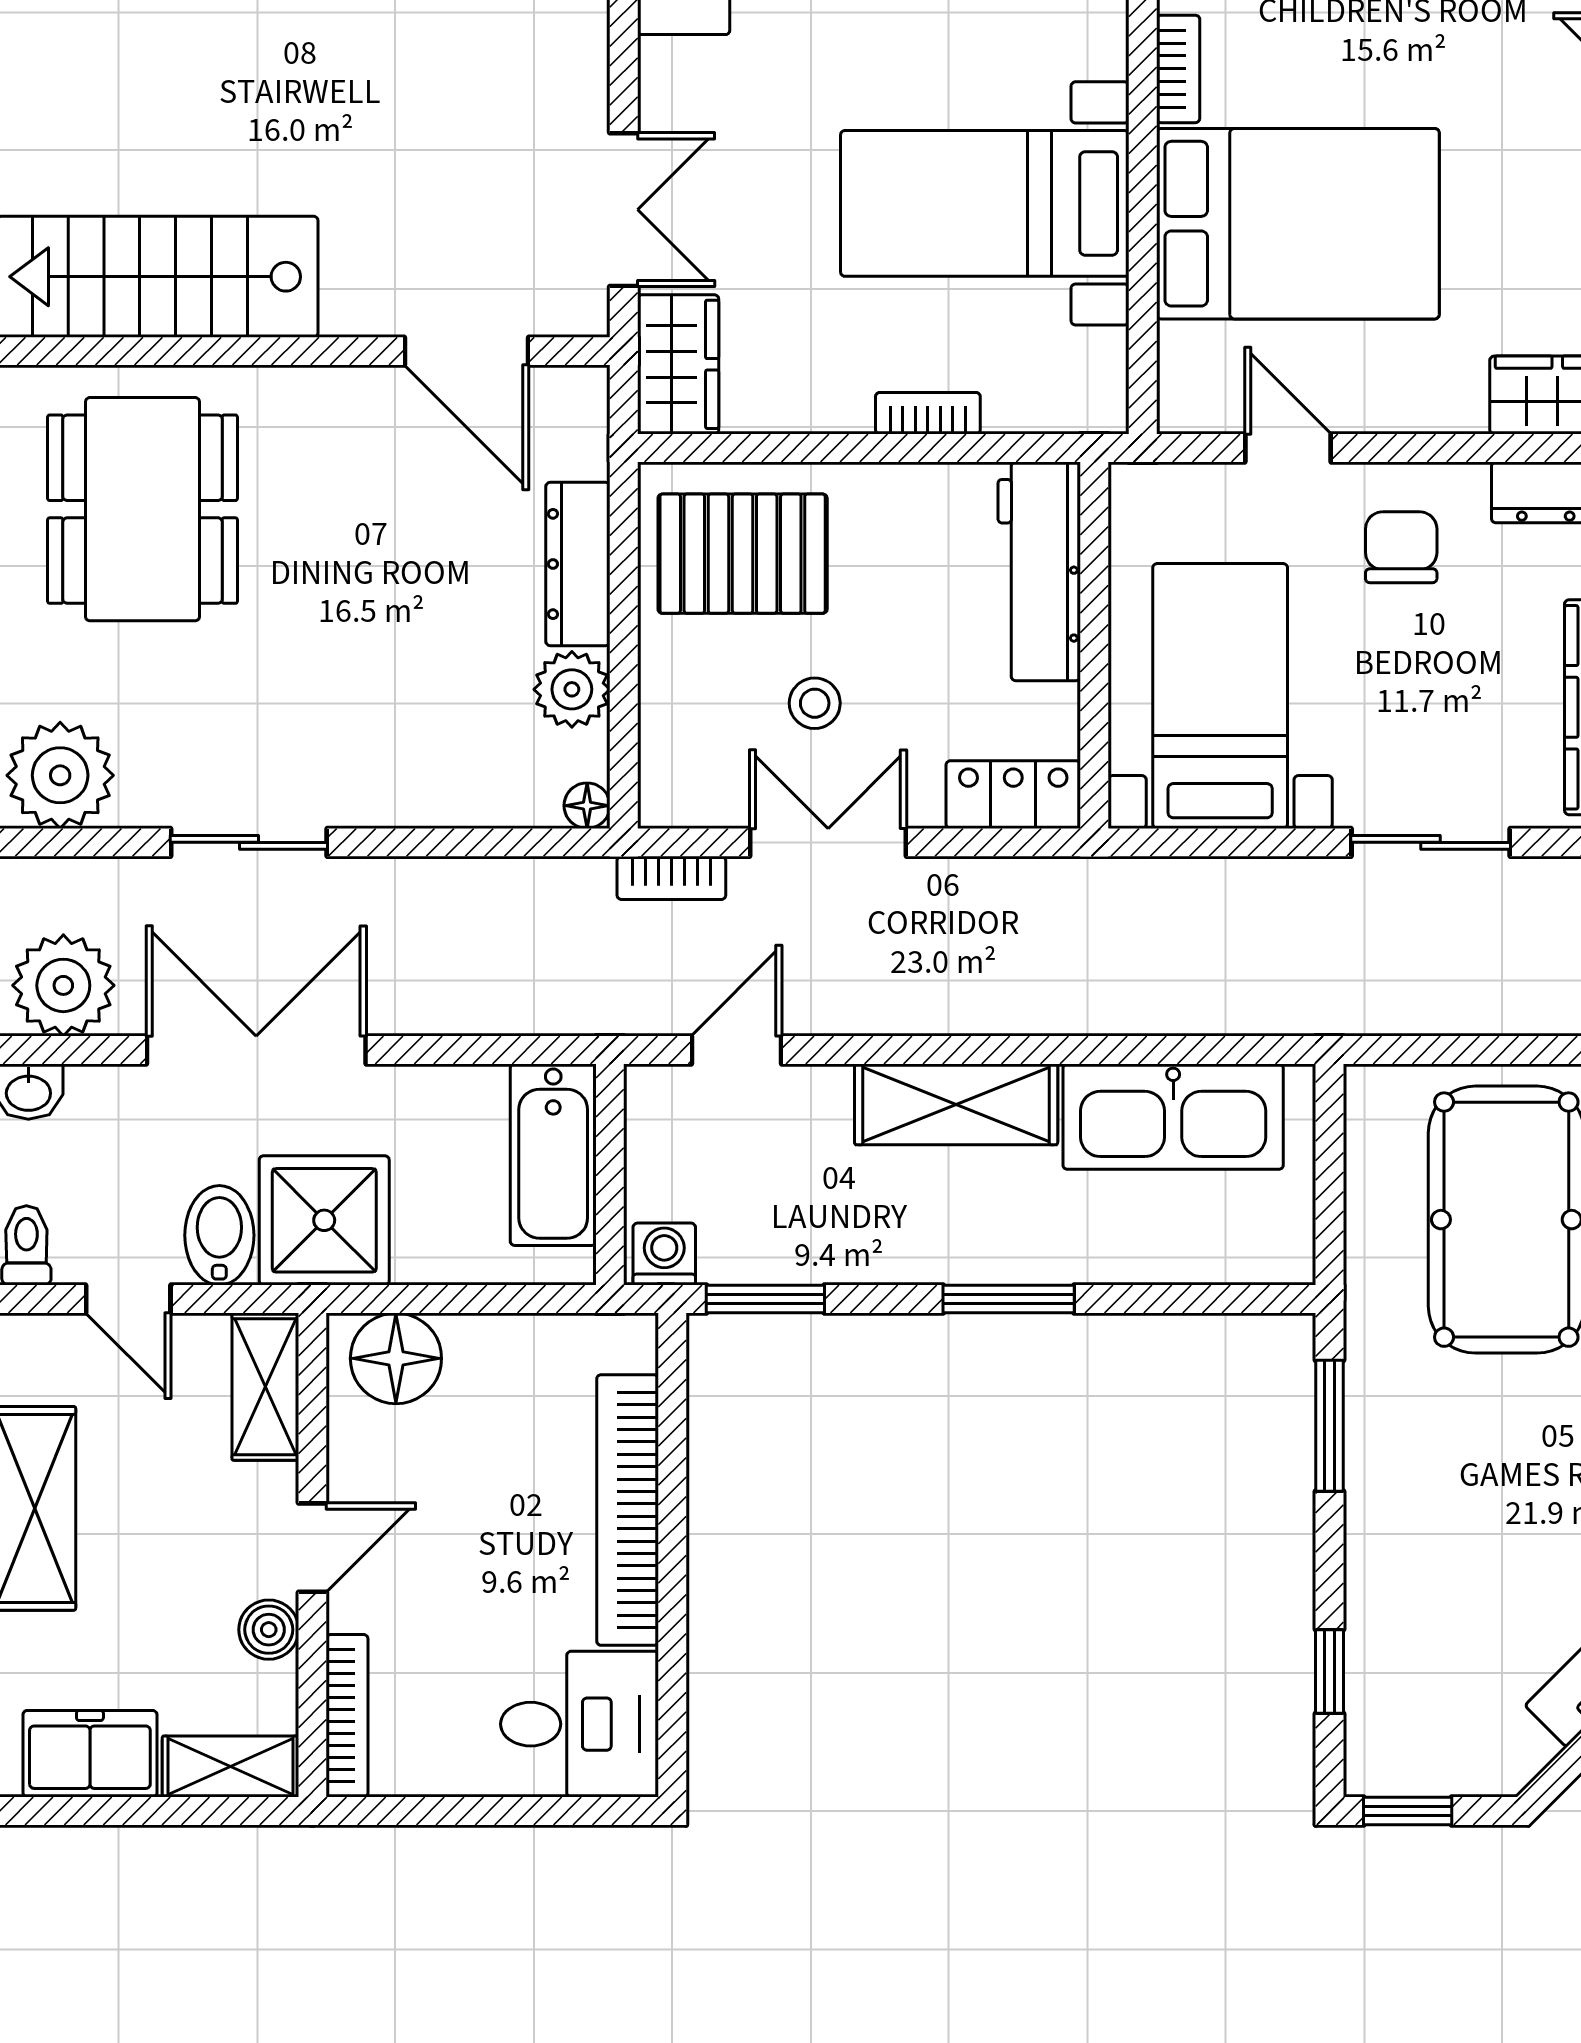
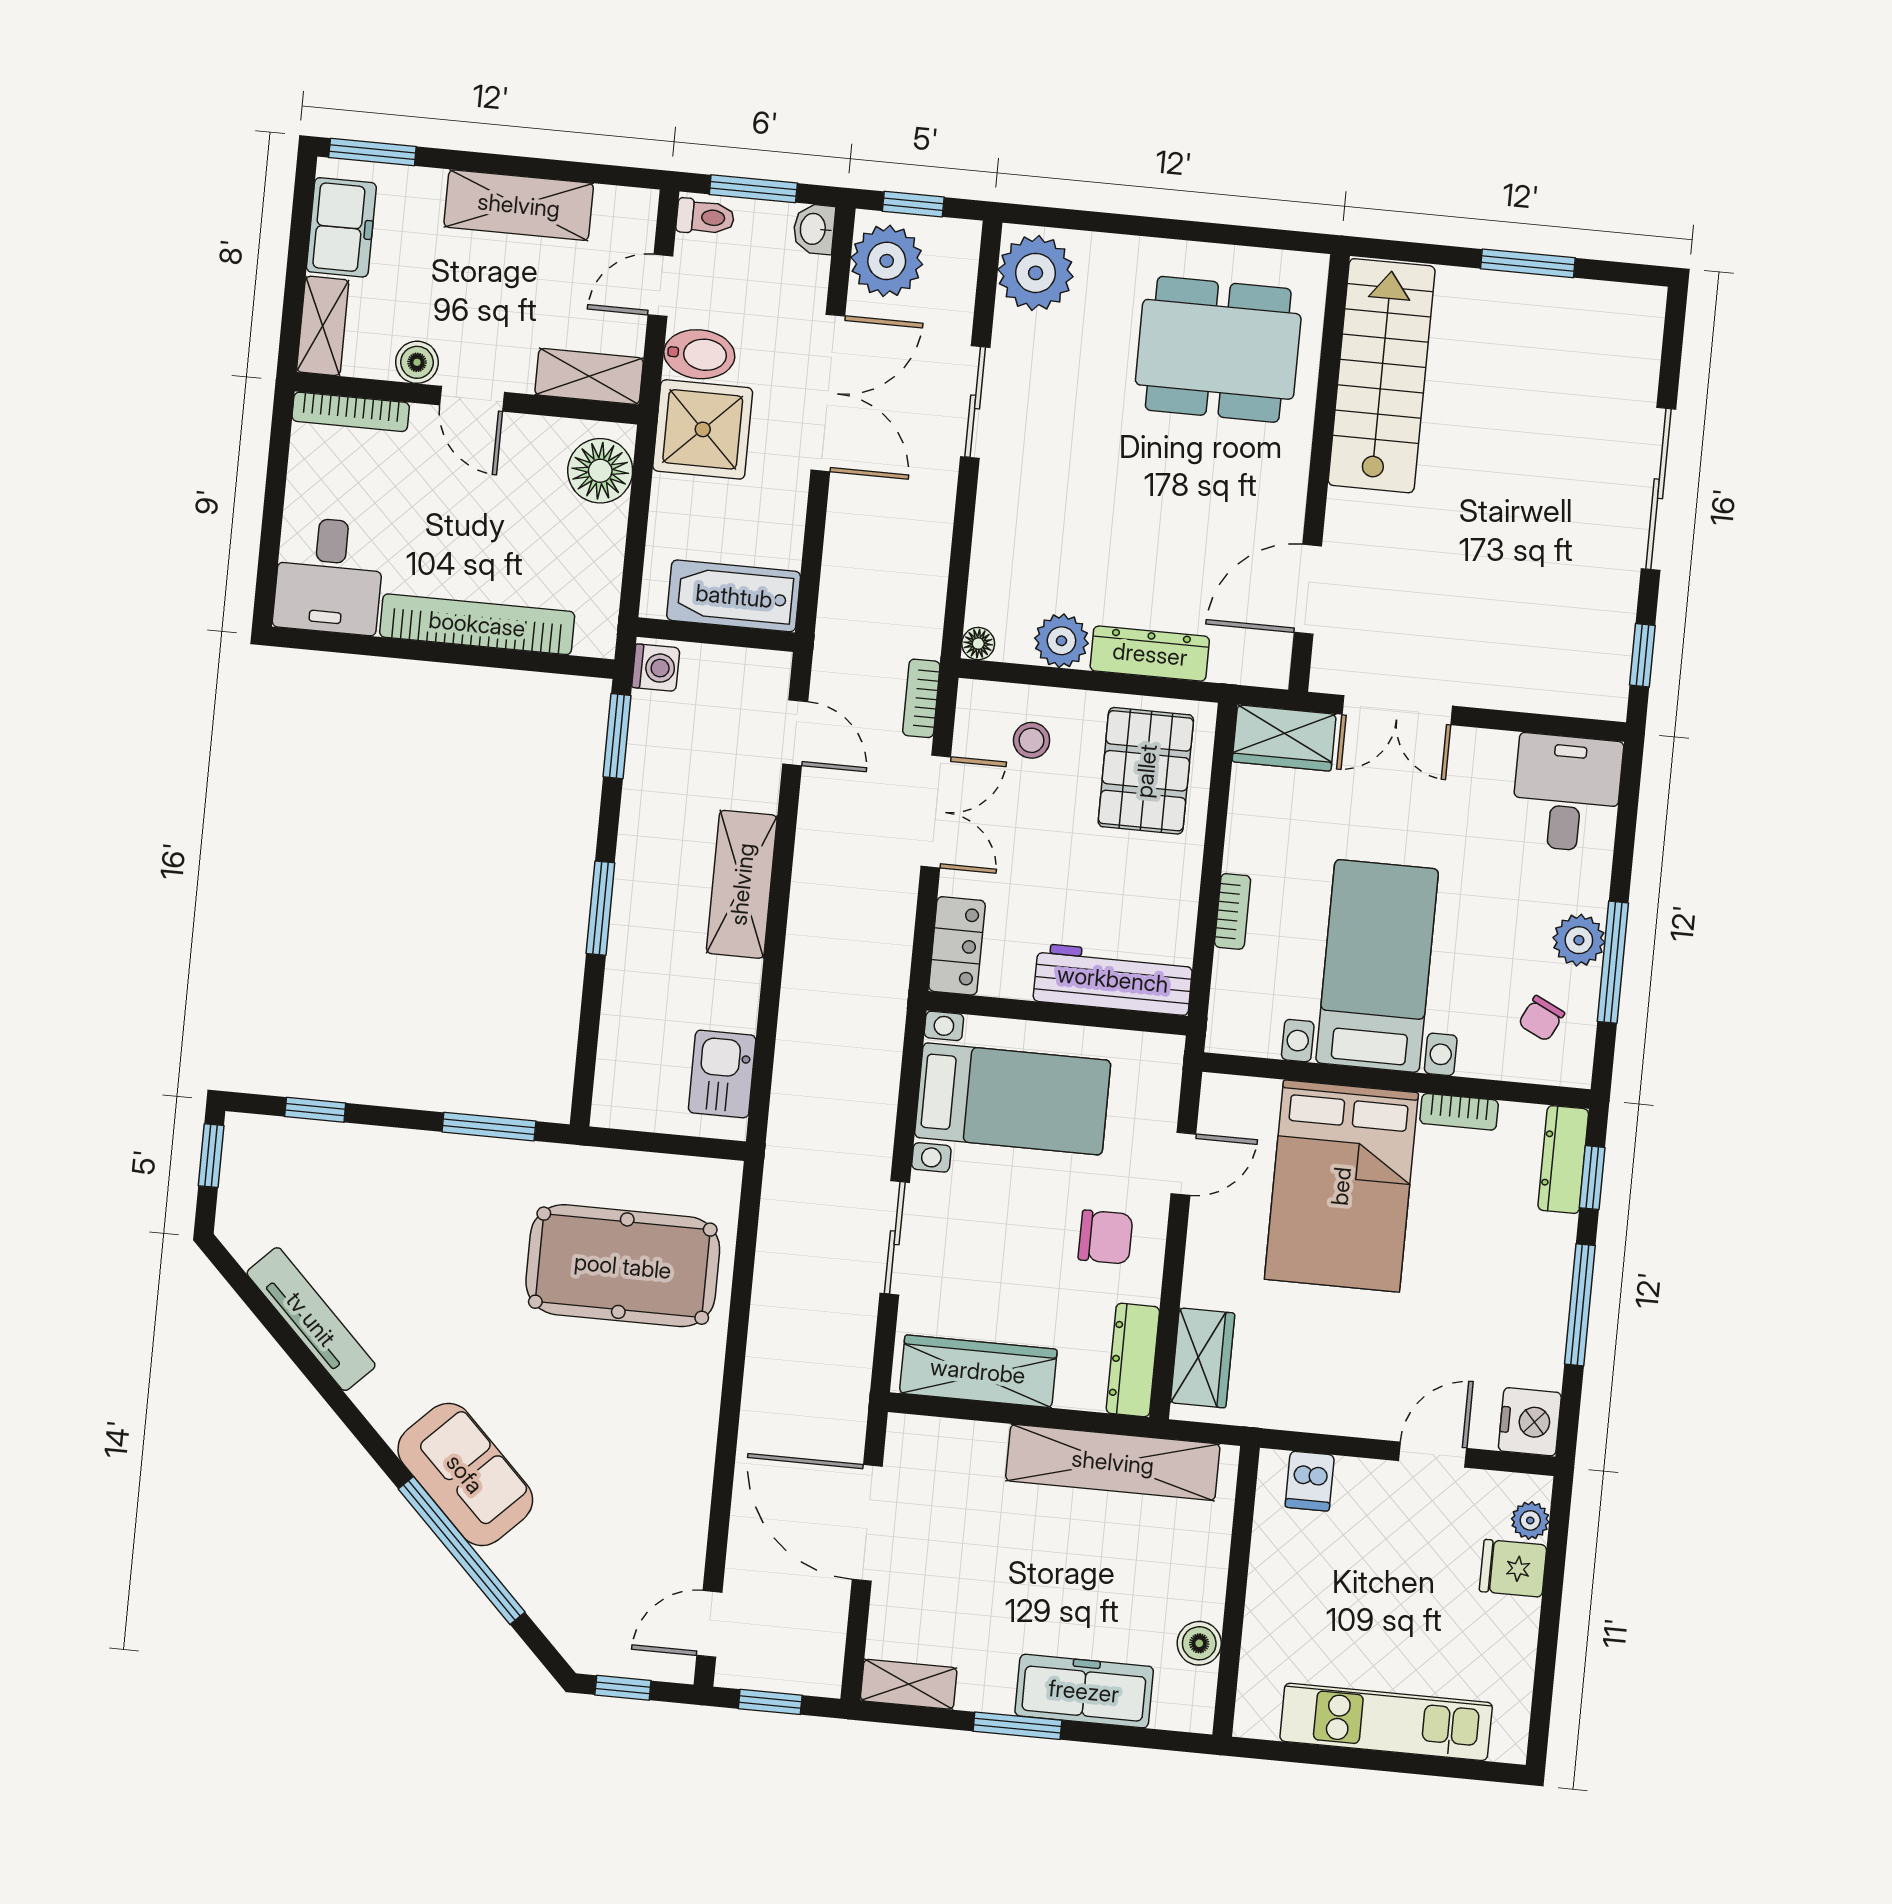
stool: (815, 703) -> (1032, 740), moved
kitchen sink: (1173, 1117) -> (722, 1074), width x0.53, depth x0.81

